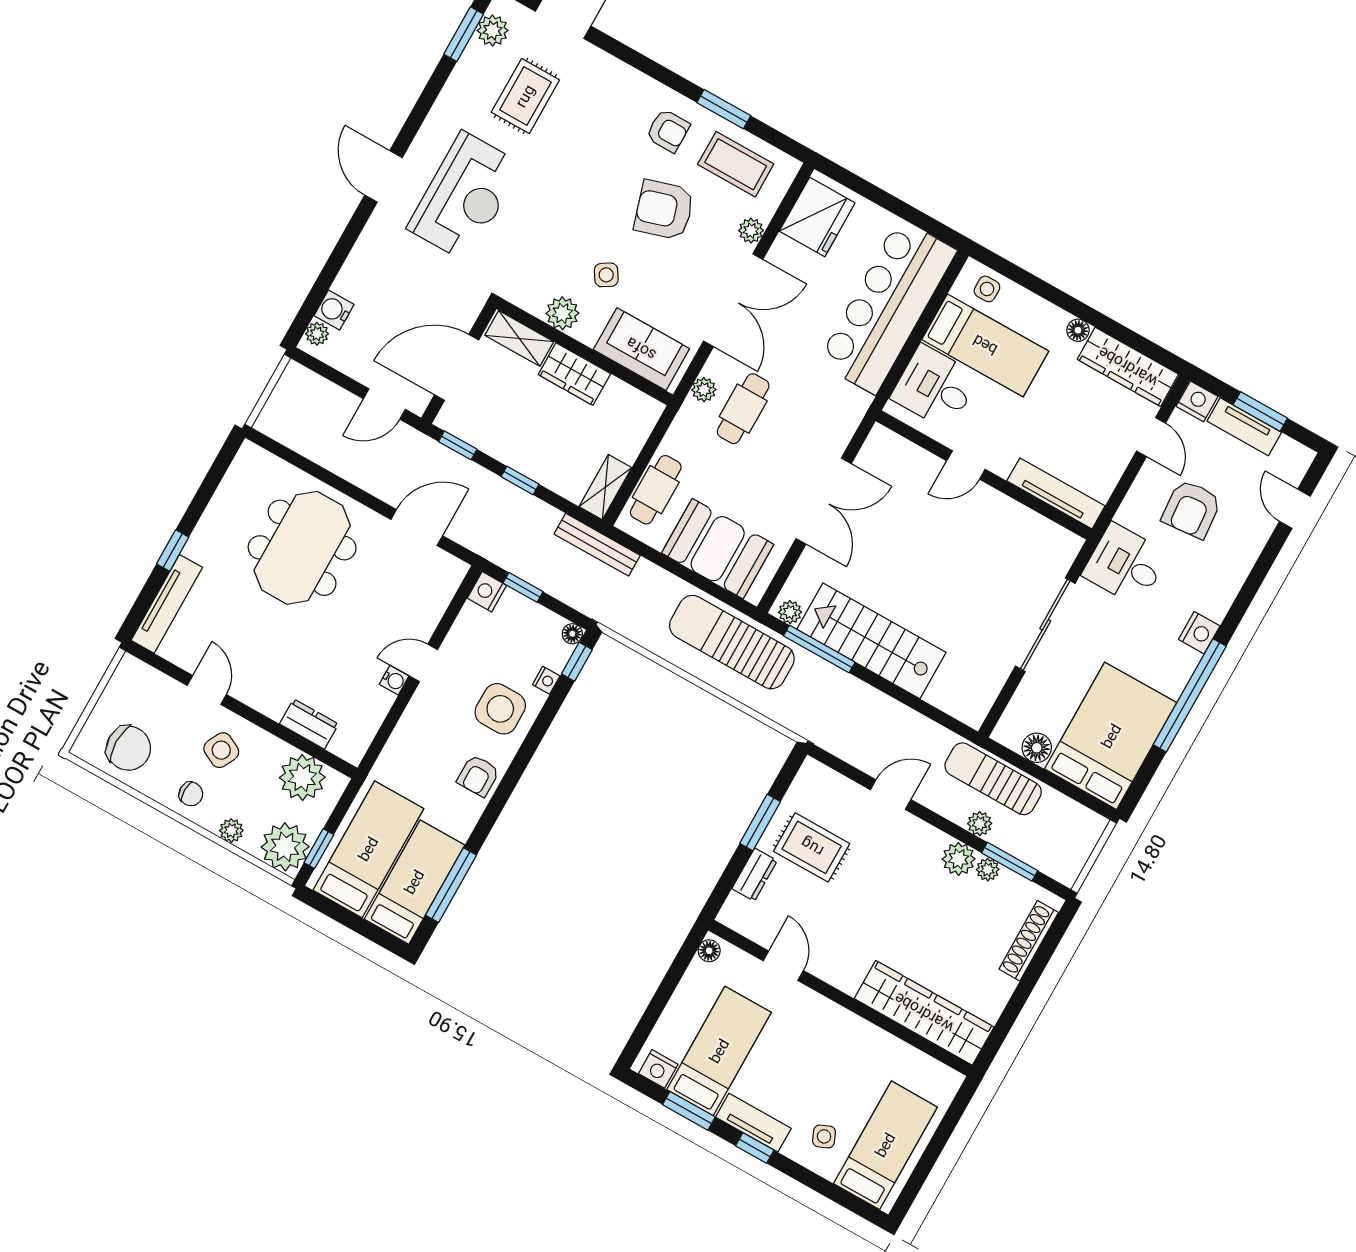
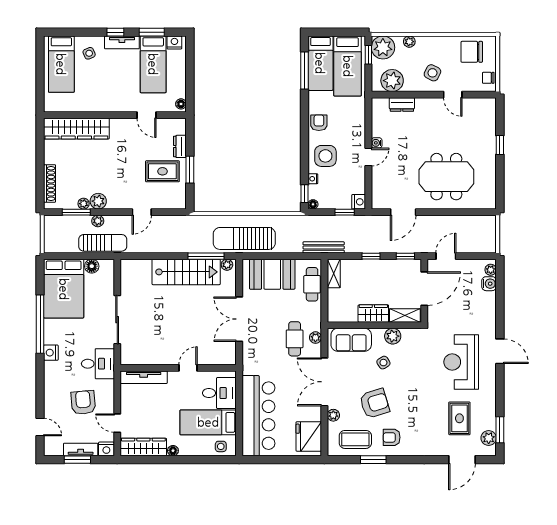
meeting table: (302, 548) -> (446, 177), turned 90
tv unit: (167, 604) -> (490, 121), removed
sun lounger: (732, 642) -> (244, 238), turned 180
chair: (191, 794) -> (488, 78), moved

